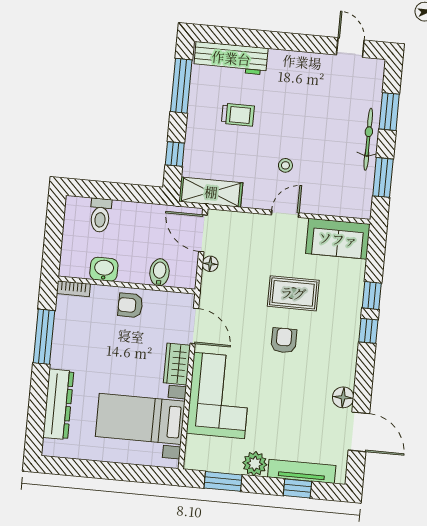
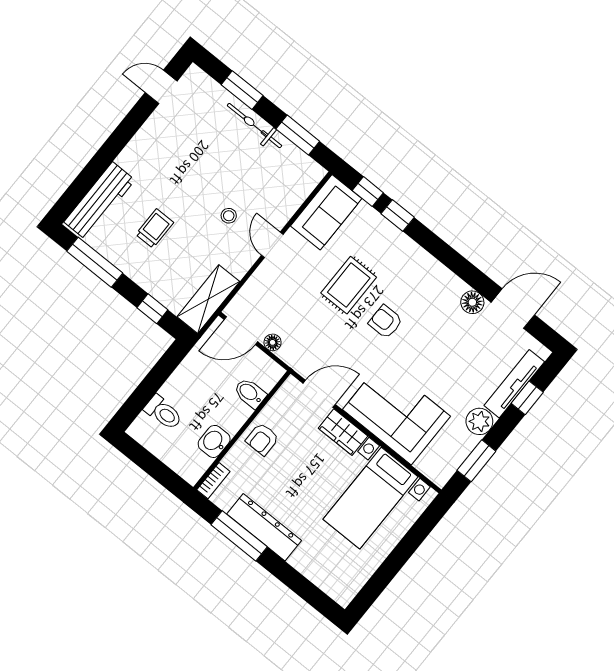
window: (368, 331) -> (368, 192), moved
dresser: (58, 404) -> (264, 527), moved

